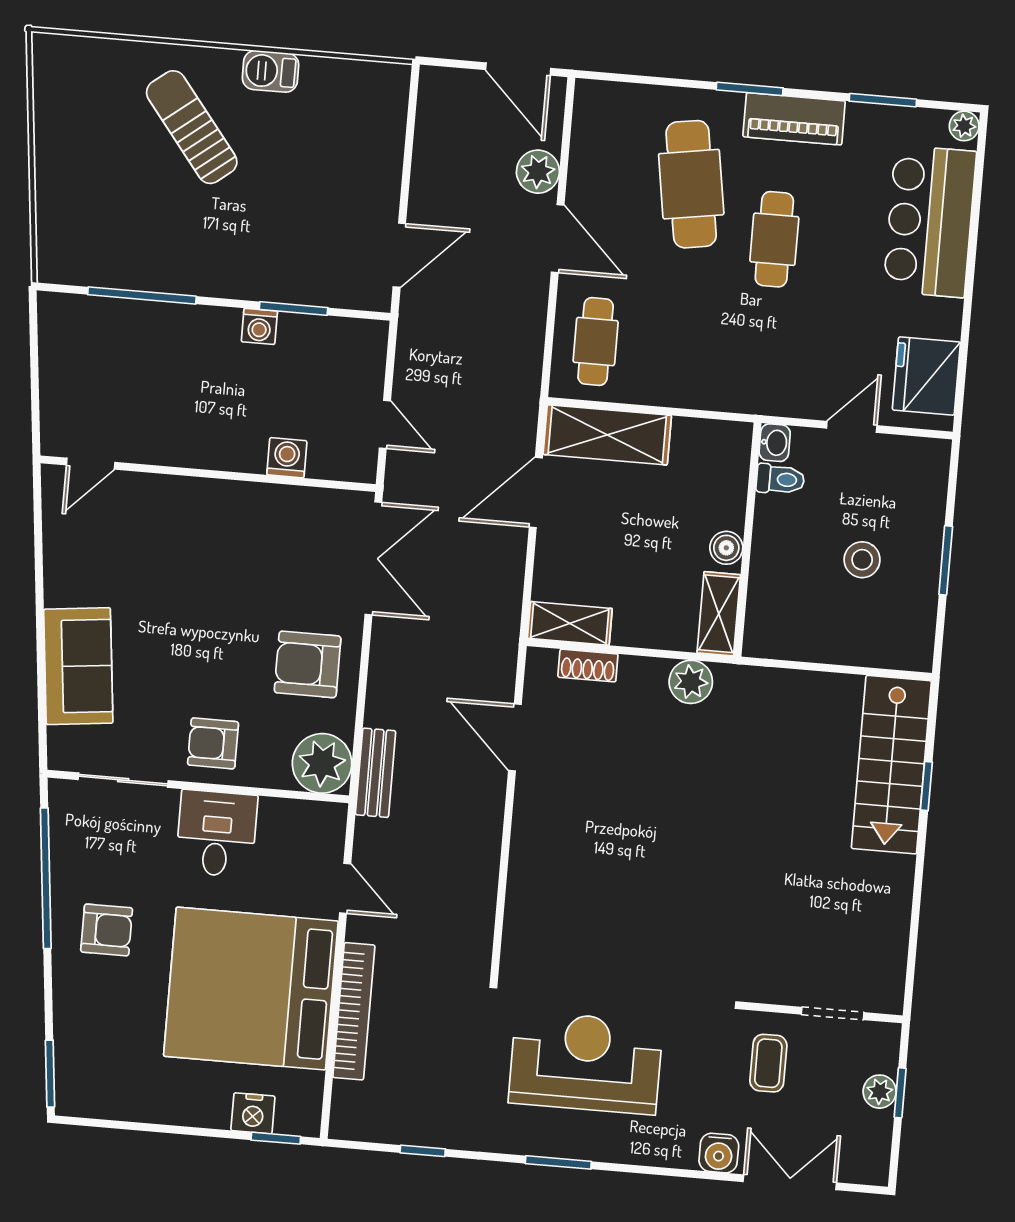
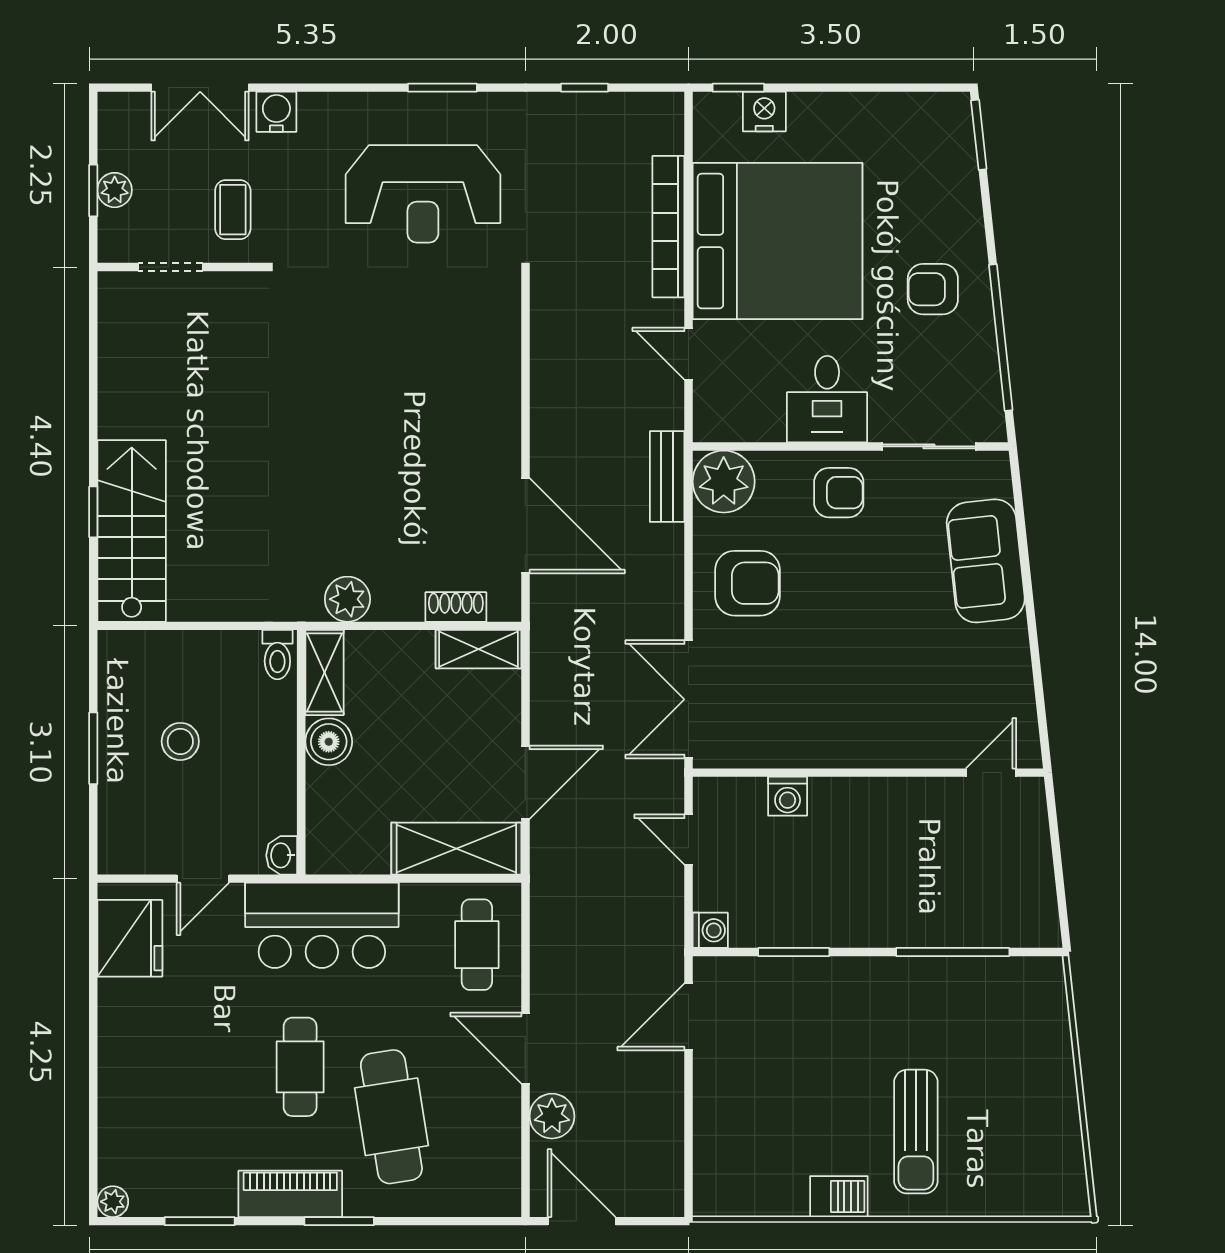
sun lounger: (192, 127) -> (916, 1132), turned 38
bar counter: (930, 221) -> (322, 925), moved, turned 90
washing machine: (259, 326) -> (710, 930), moved, turned 90
toilet: (780, 479) -> (277, 655), moved, turned -90
boiler: (726, 548) -> (329, 742), width x1.36, depth x1.36
door: (515, 737) -> (525, 526), width x1.36

